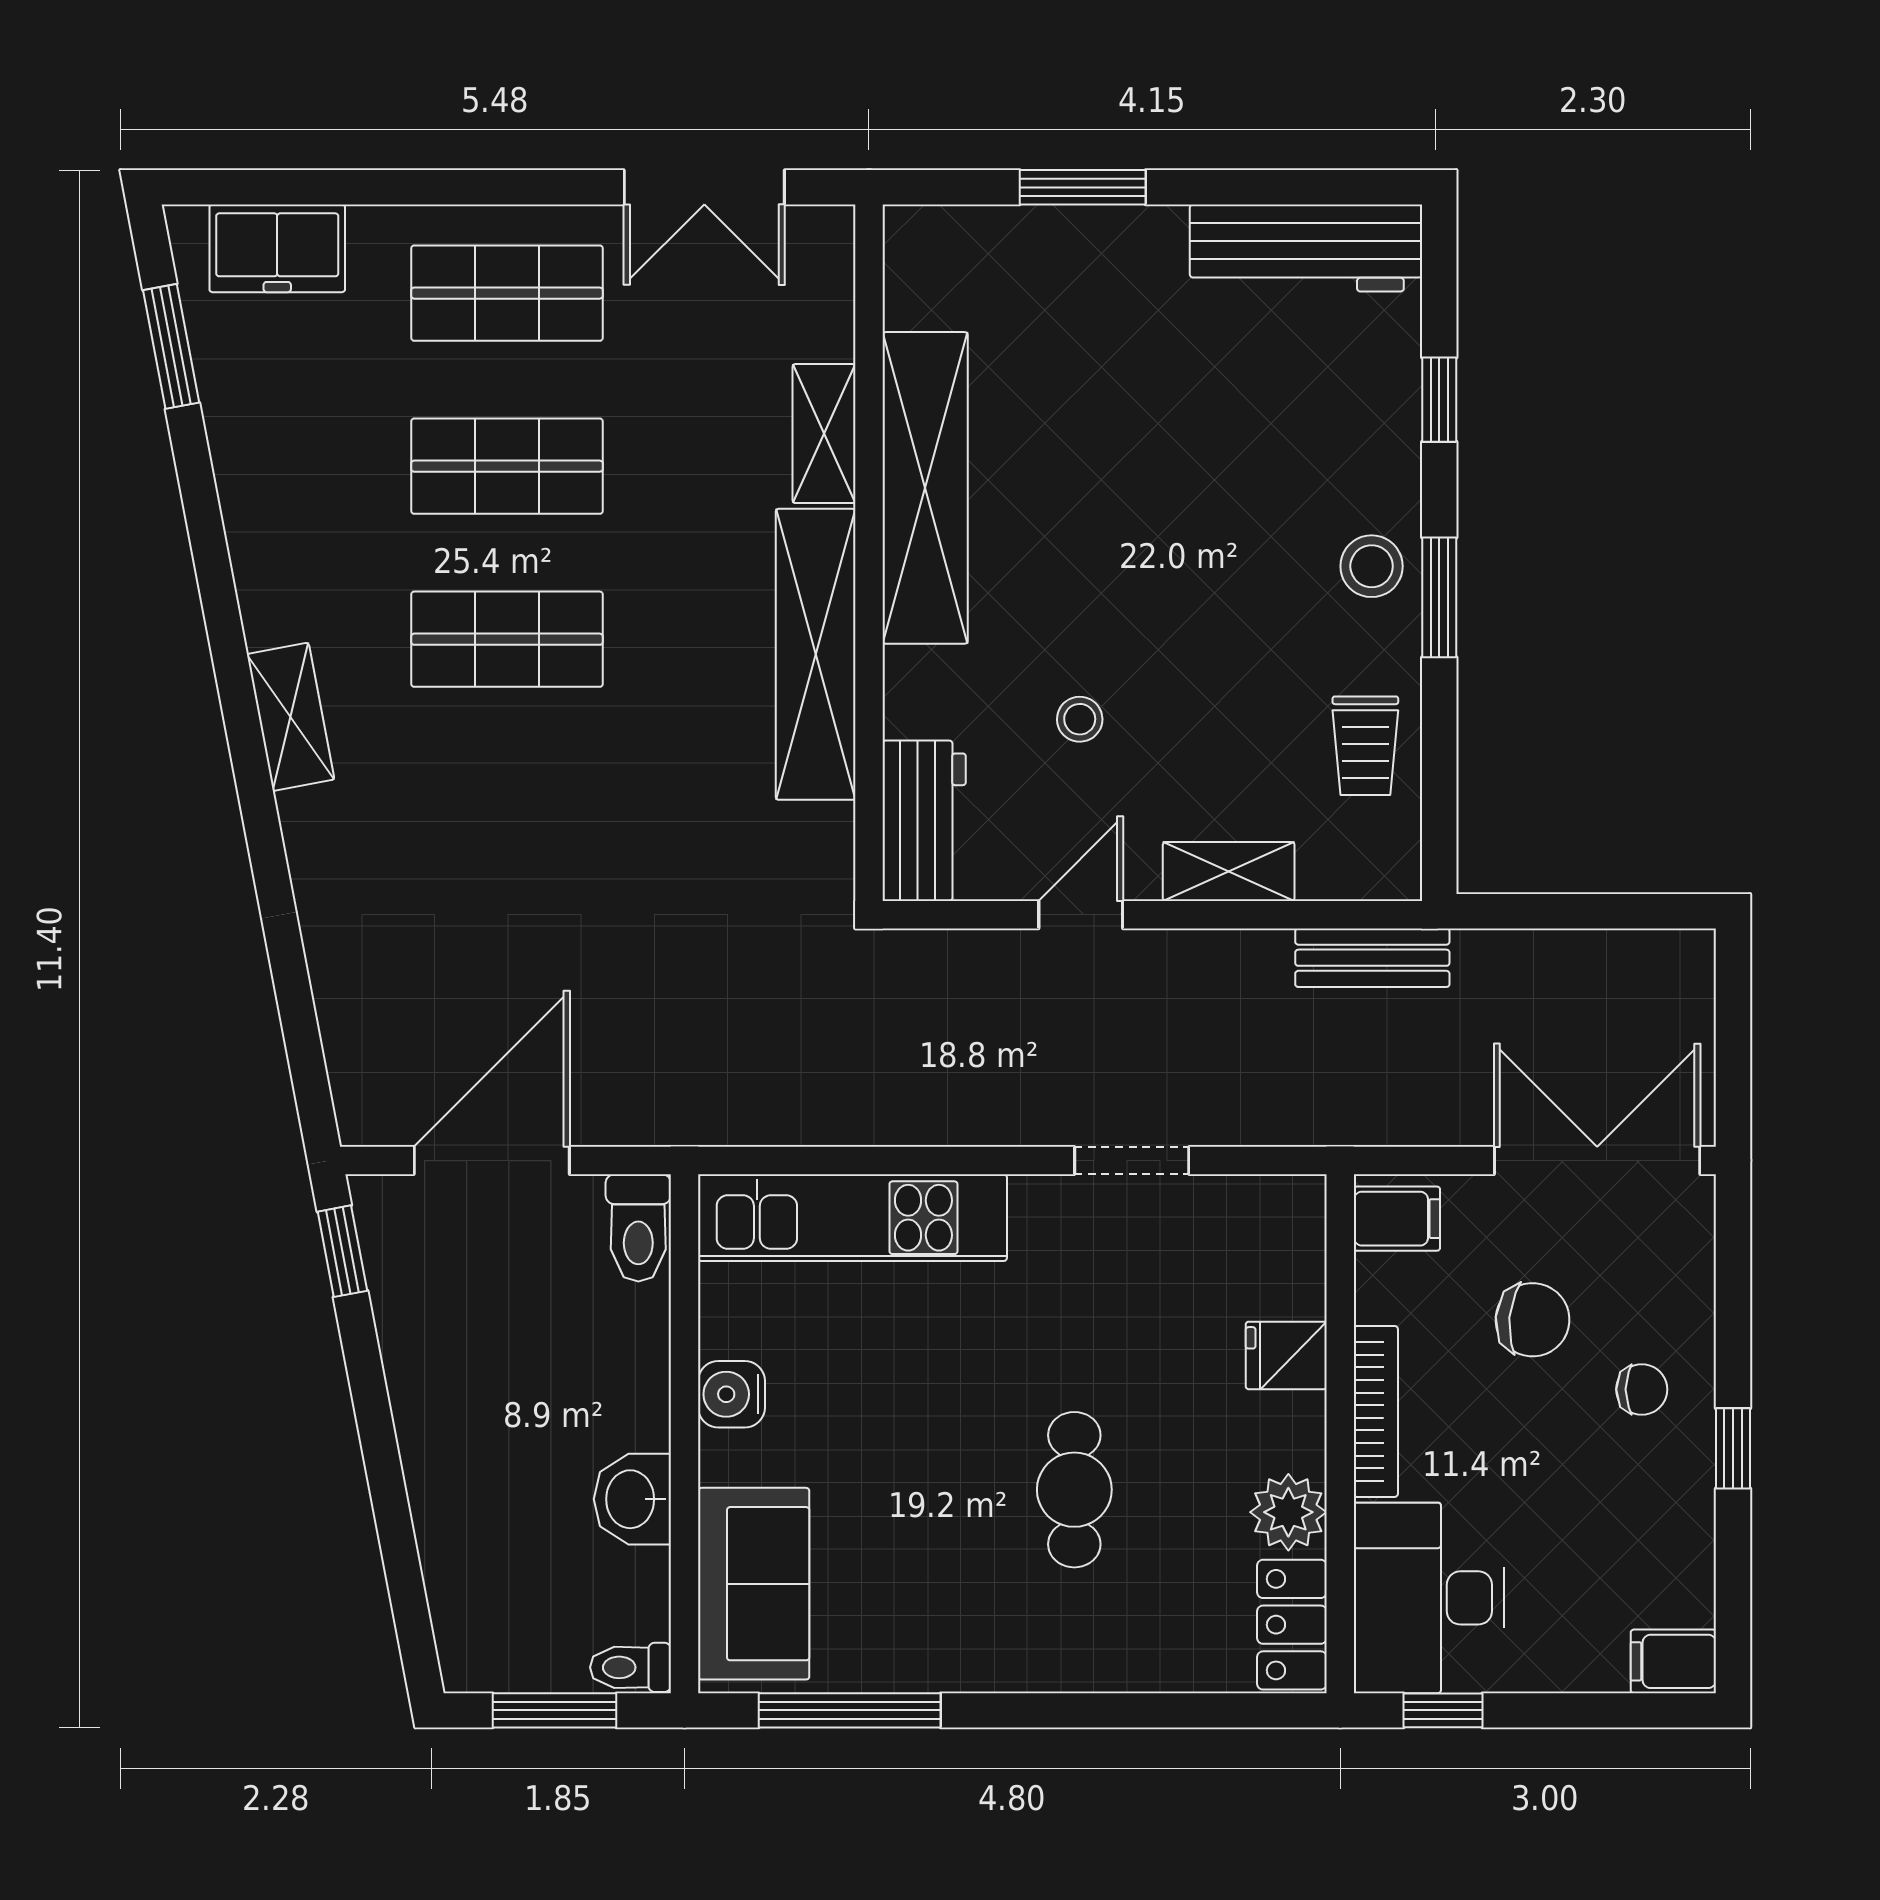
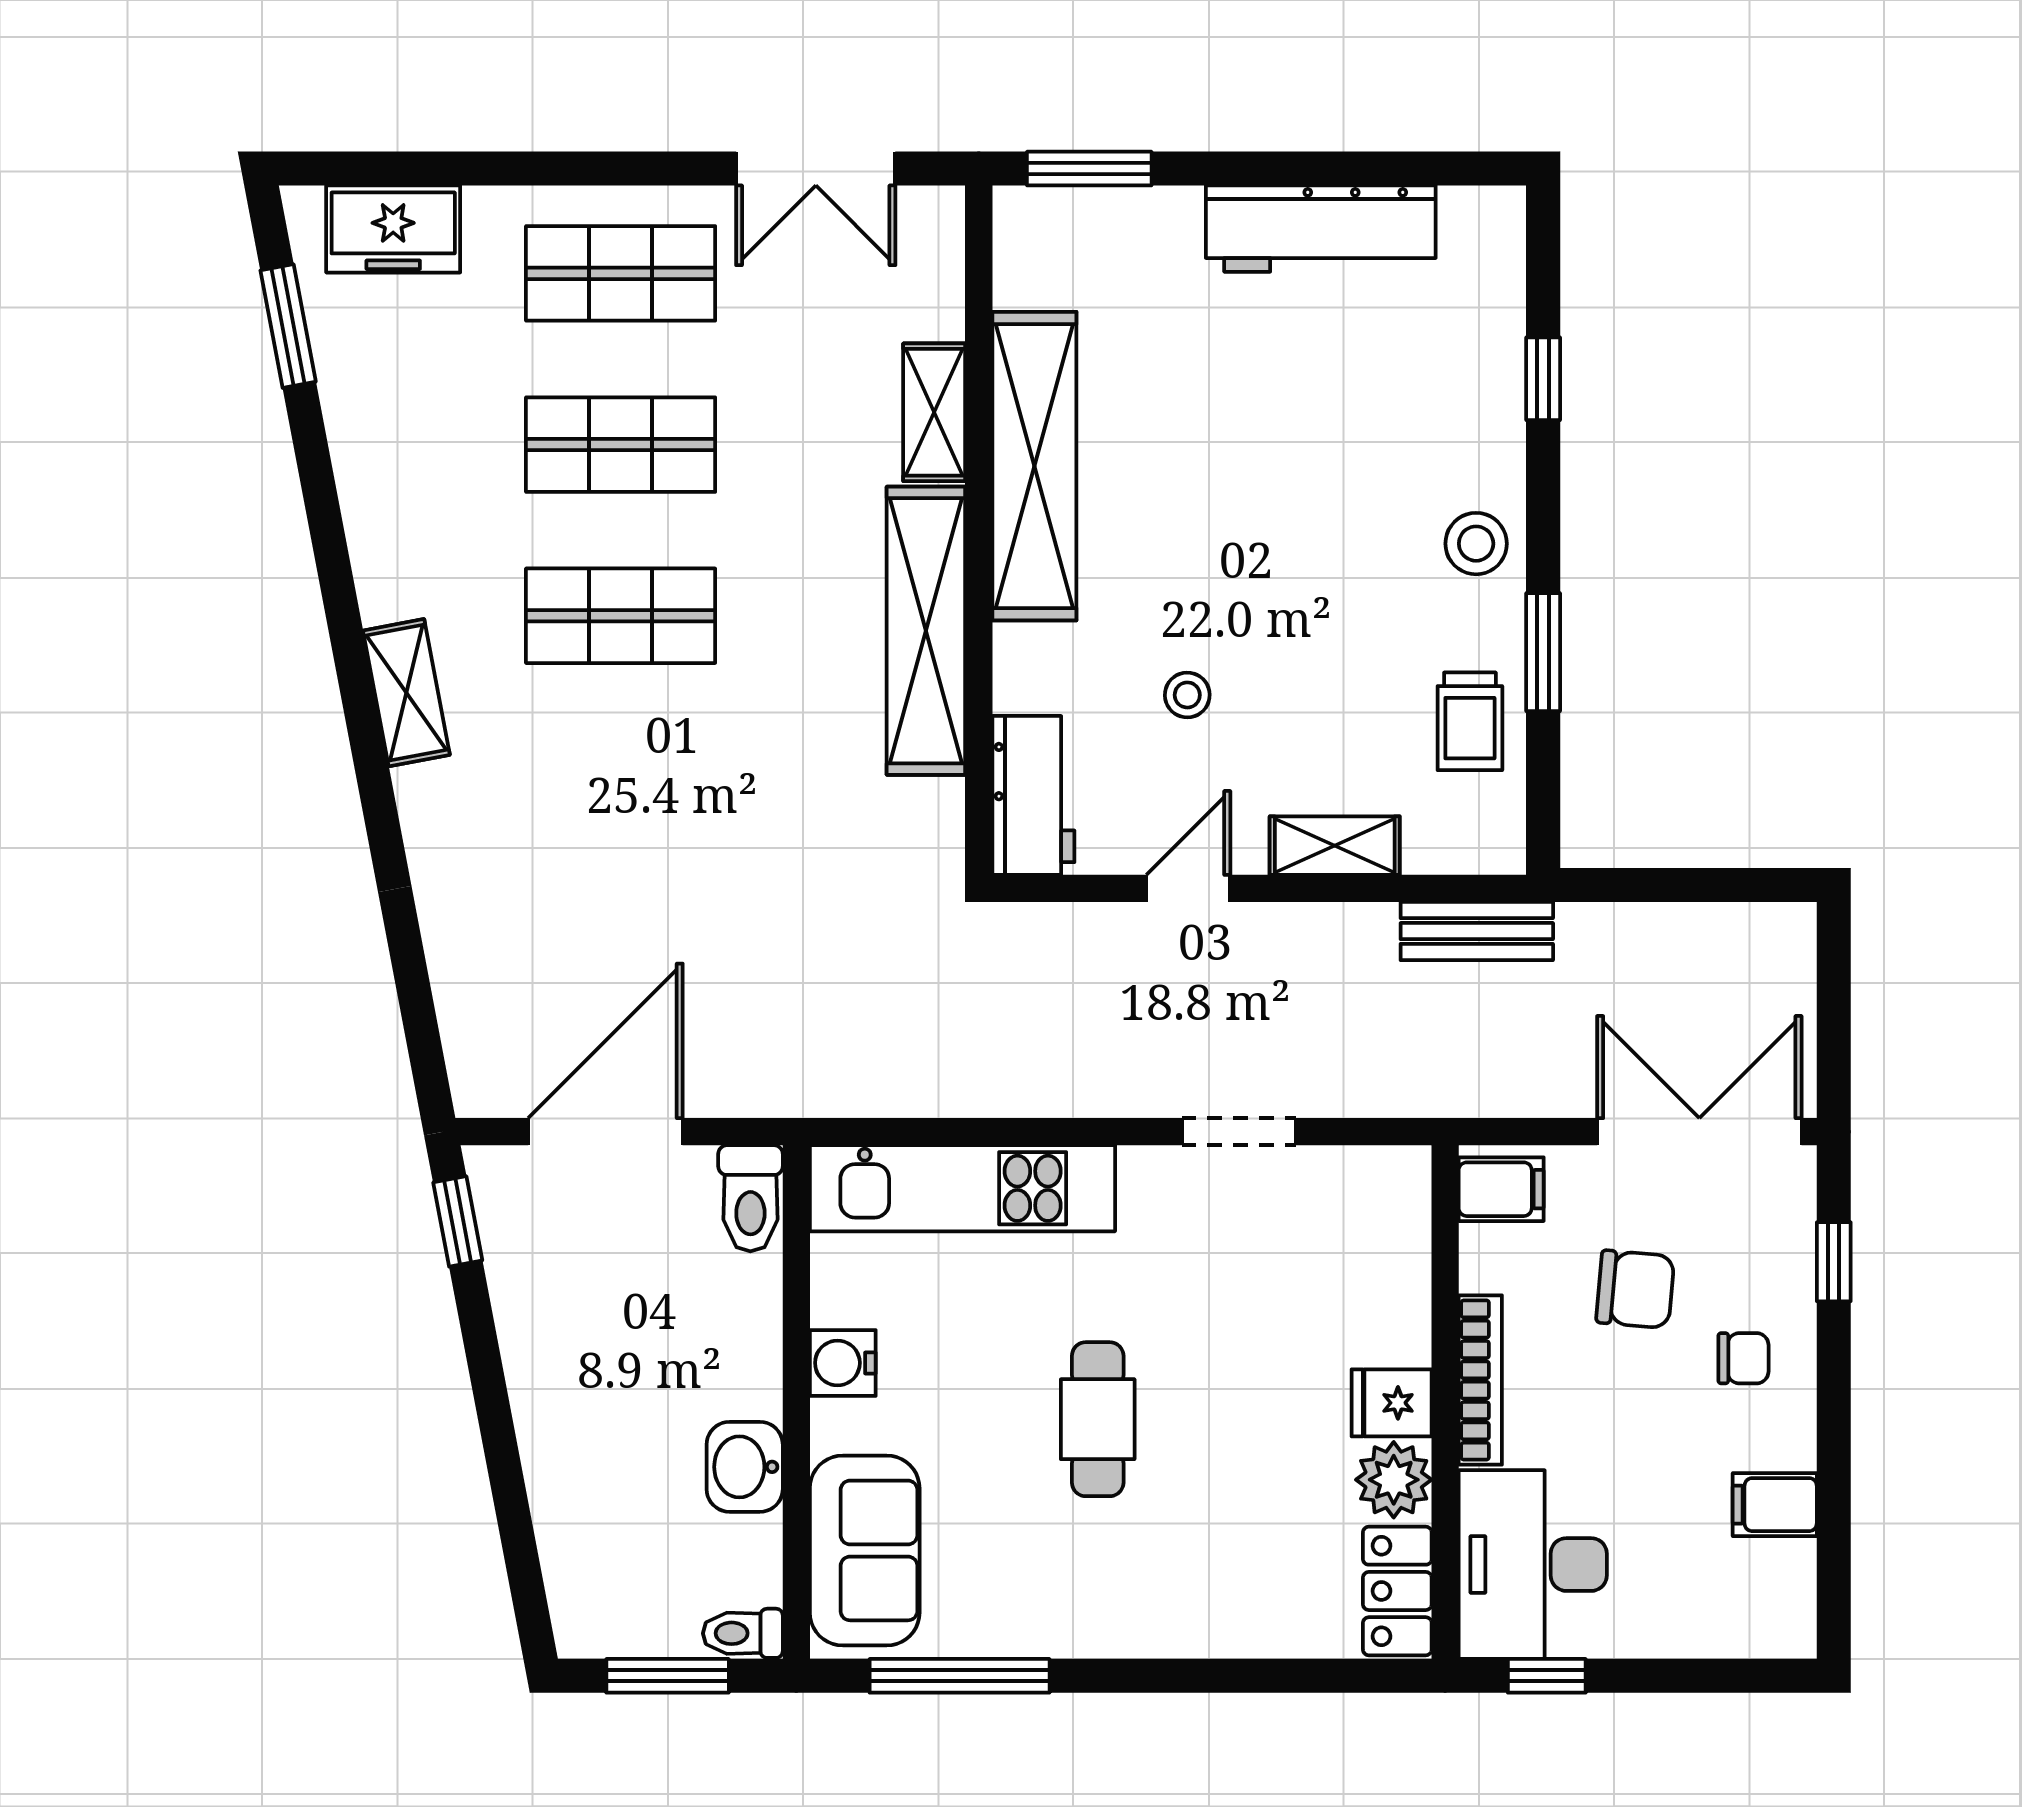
window: (1083, 187) -> (1089, 169), moved
workbench: (1306, 248) -> (1321, 229), moved
window: (1439, 597) -> (1543, 652), moved
fridge: (1286, 1355) -> (1392, 1403), moved
window: (1733, 1448) -> (1834, 1262), moved
cafe table: (1074, 1490) -> (1098, 1419), moved
filing cabinet: (1673, 1661) -> (1775, 1505), moved

